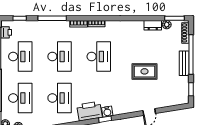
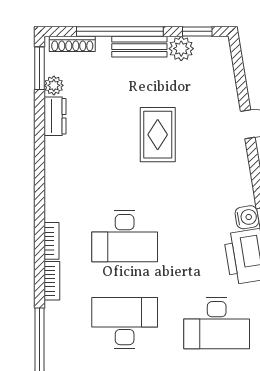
desk: (99, 57) -> (125, 236), turned 180
plant: (183, 82) -> (181, 49), added
desk: (60, 98) -> (217, 323), turned 180

